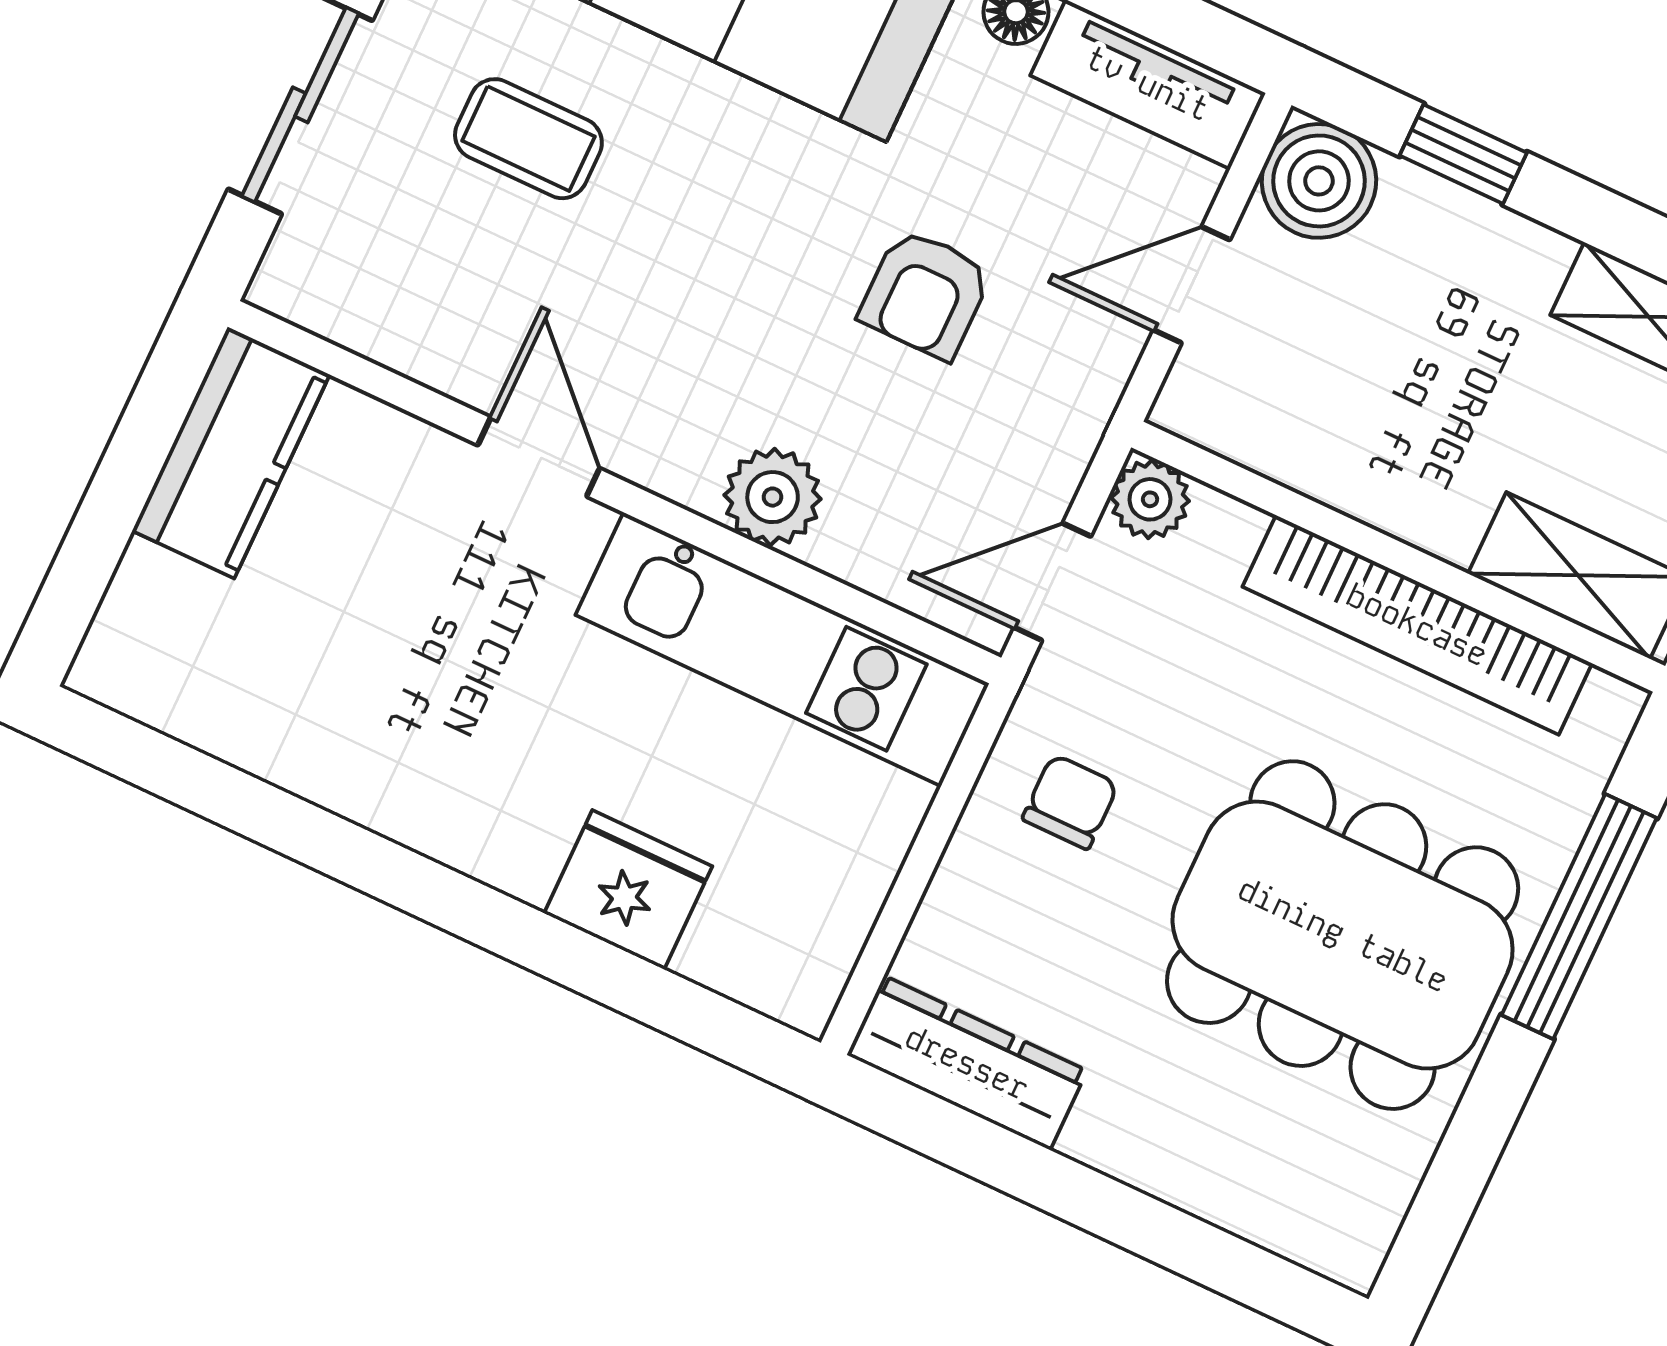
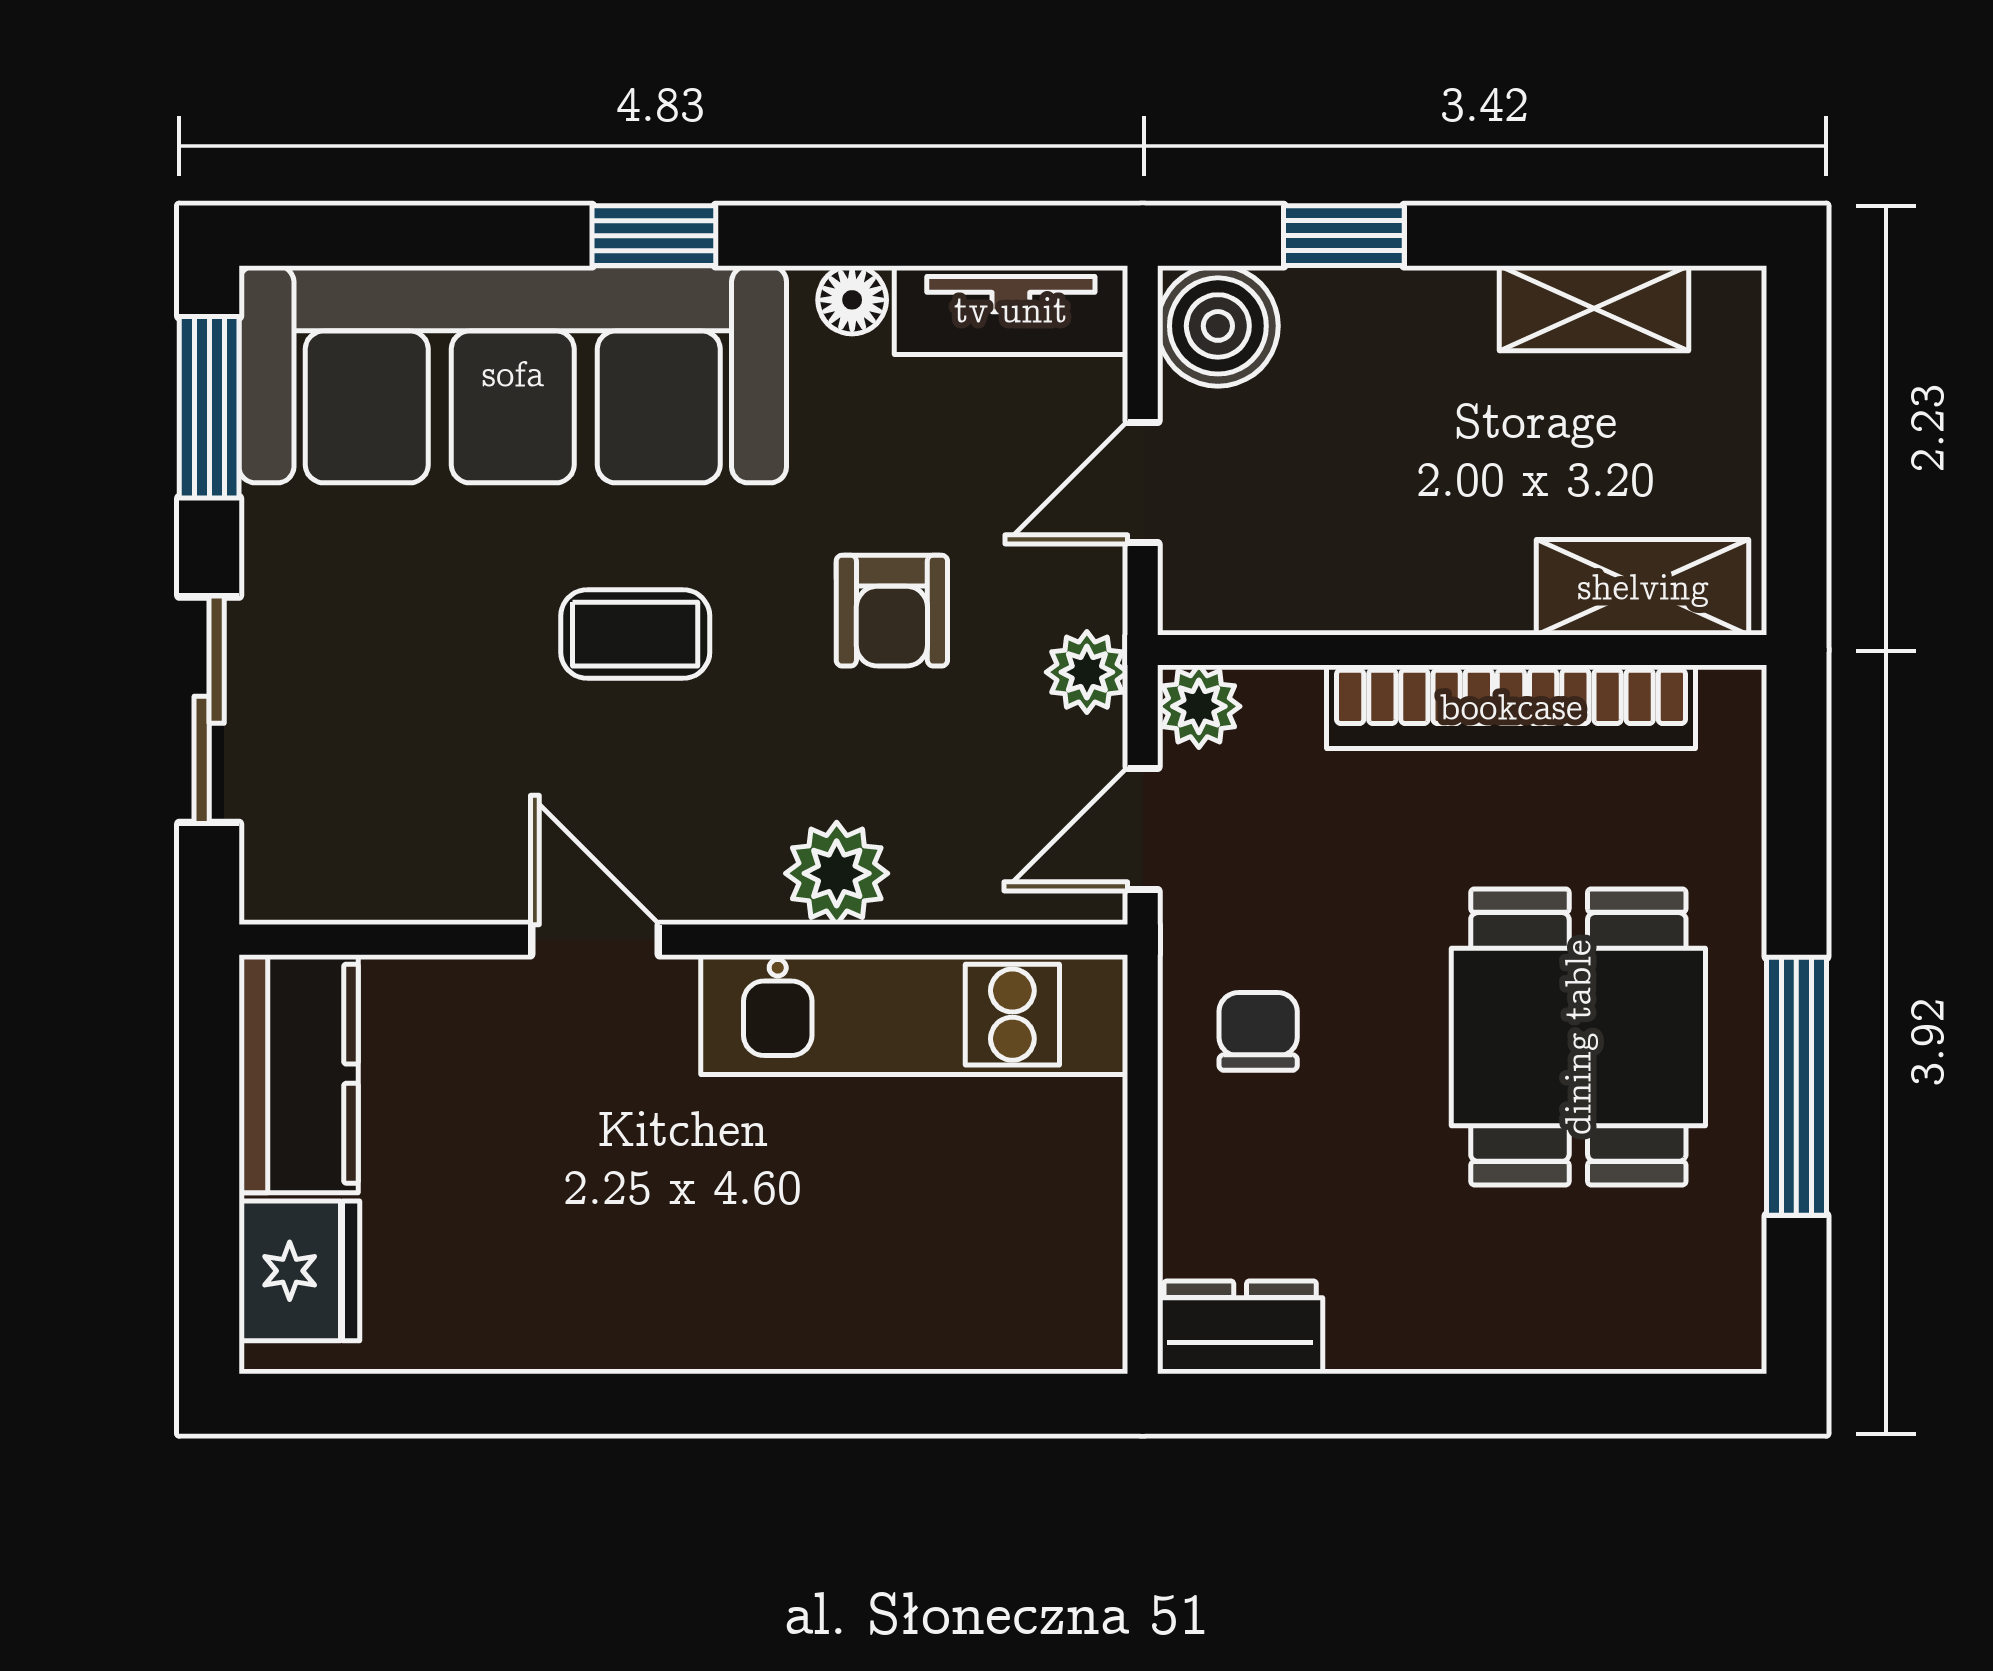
coffee table: (528, 139) -> (635, 634), moved
plant: (1068, 425) -> (1087, 672), added
fridge: (628, 890) -> (299, 1271), moved, turned 90
window: (1579, 917) -> (1796, 1086), moved
dining table: (1343, 935) -> (1578, 1037), width x0.73
dresser: (967, 1063) -> (1240, 1327), width x0.70

